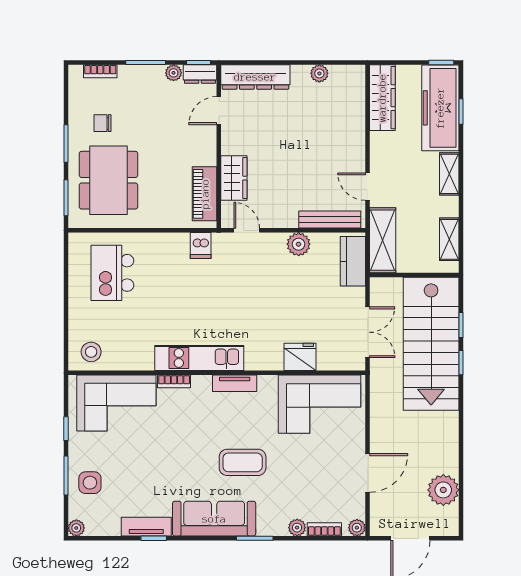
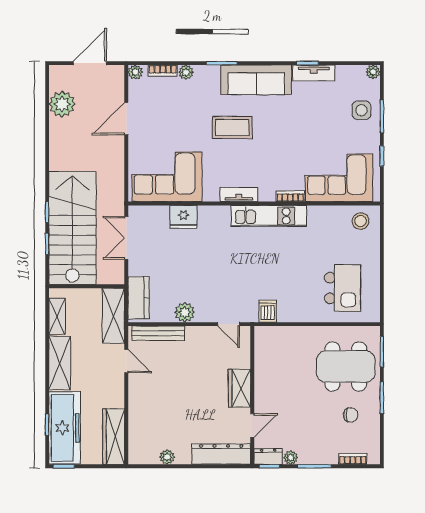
shelving: (449, 174) -> (60, 363), width x1.50, depth x1.33
wardrobe: (234, 178) -> (239, 388), moved
dining table: (108, 180) -> (346, 367), turned 90
piano: (205, 194) -> (264, 355), removed

